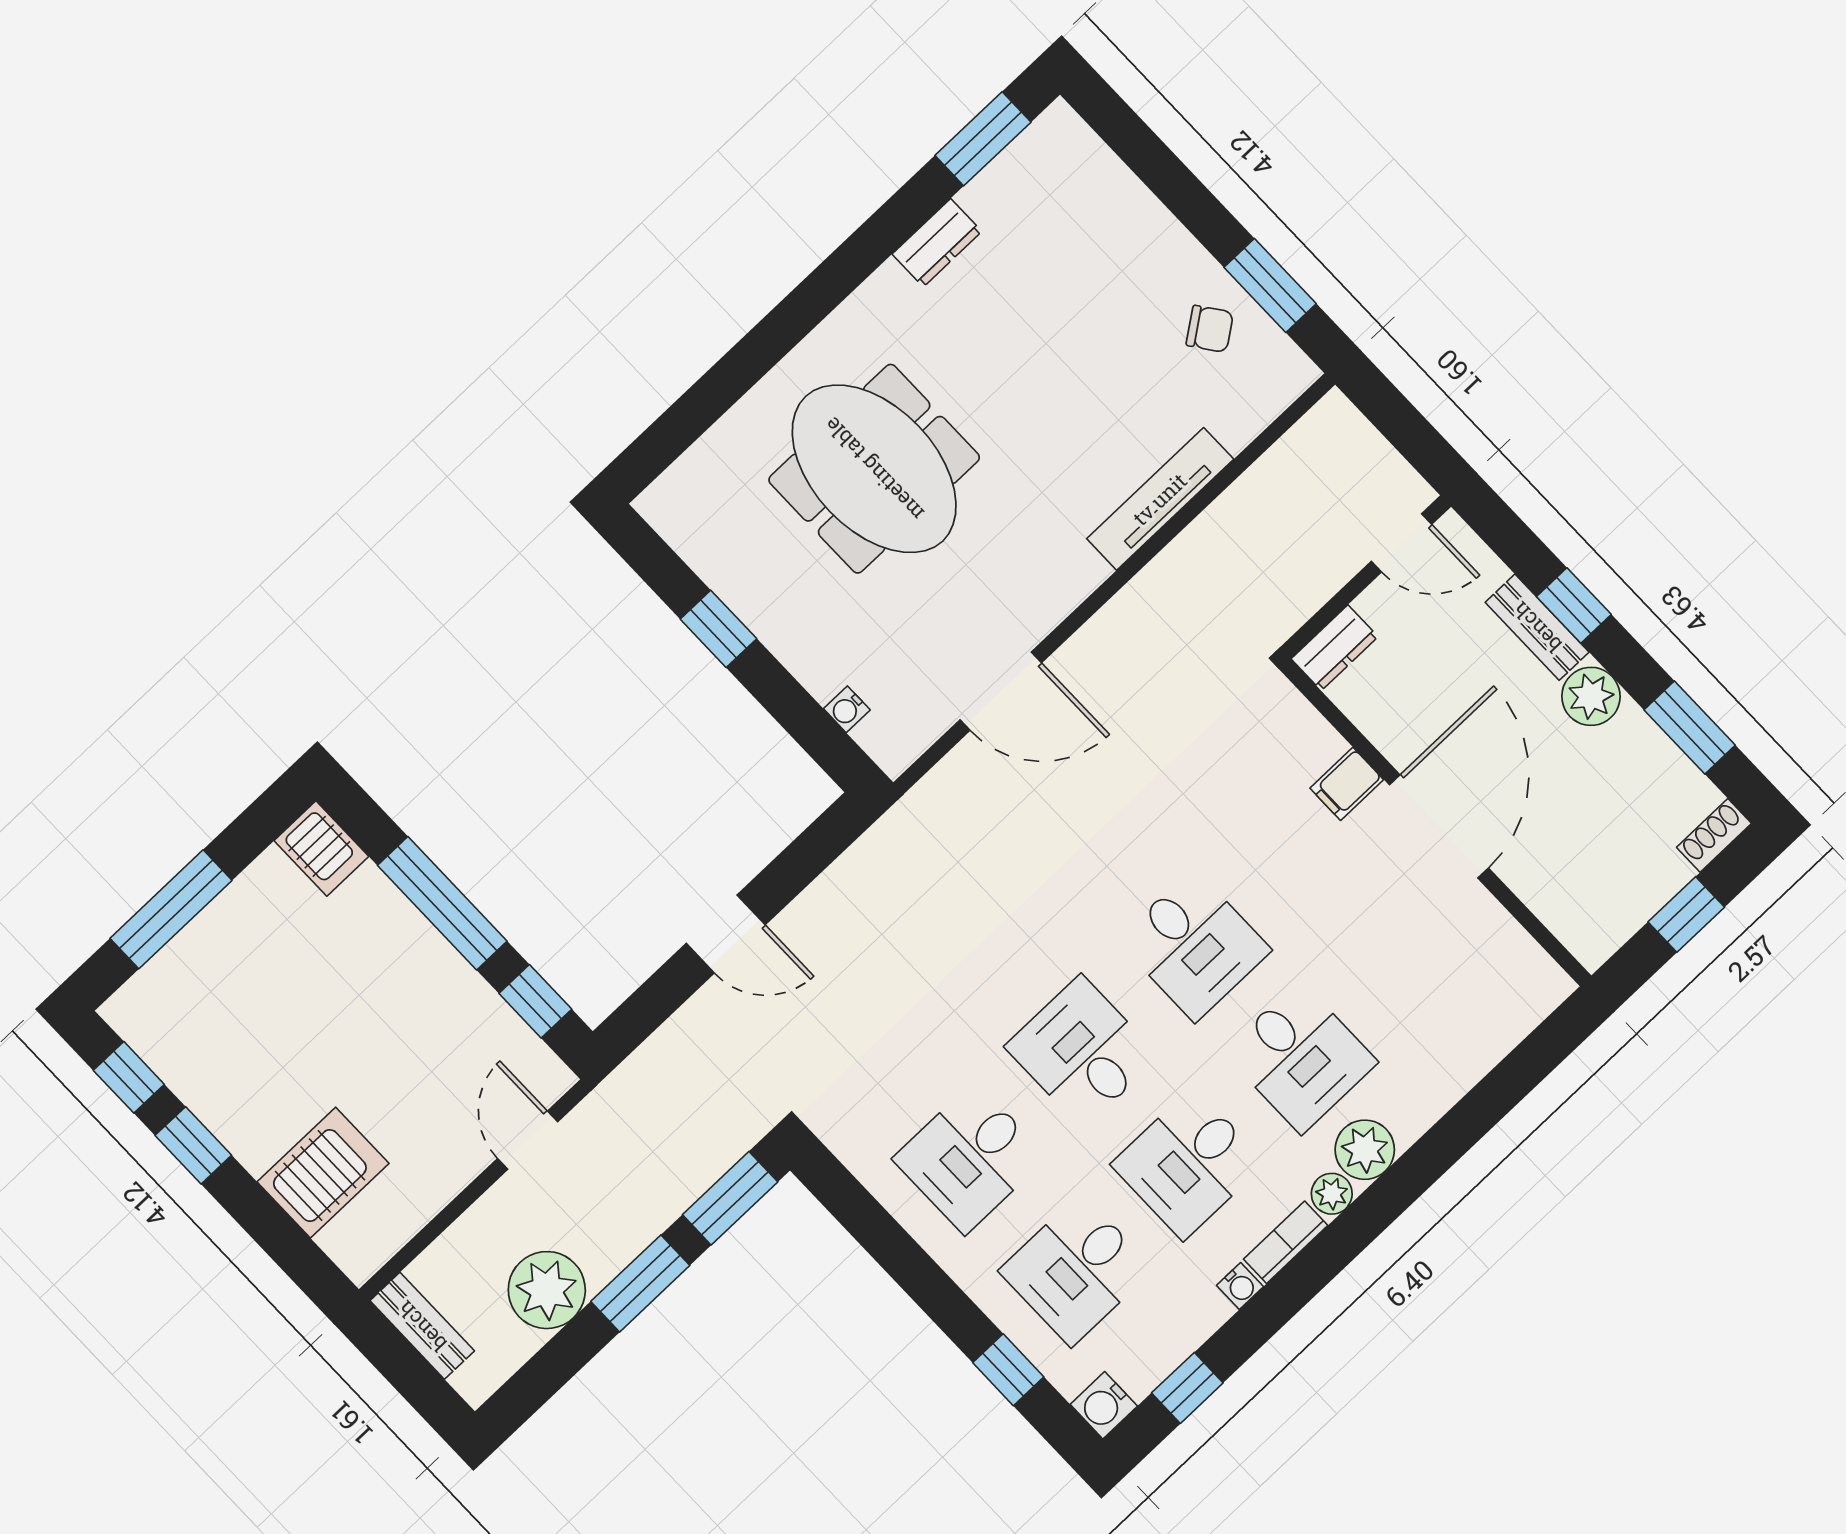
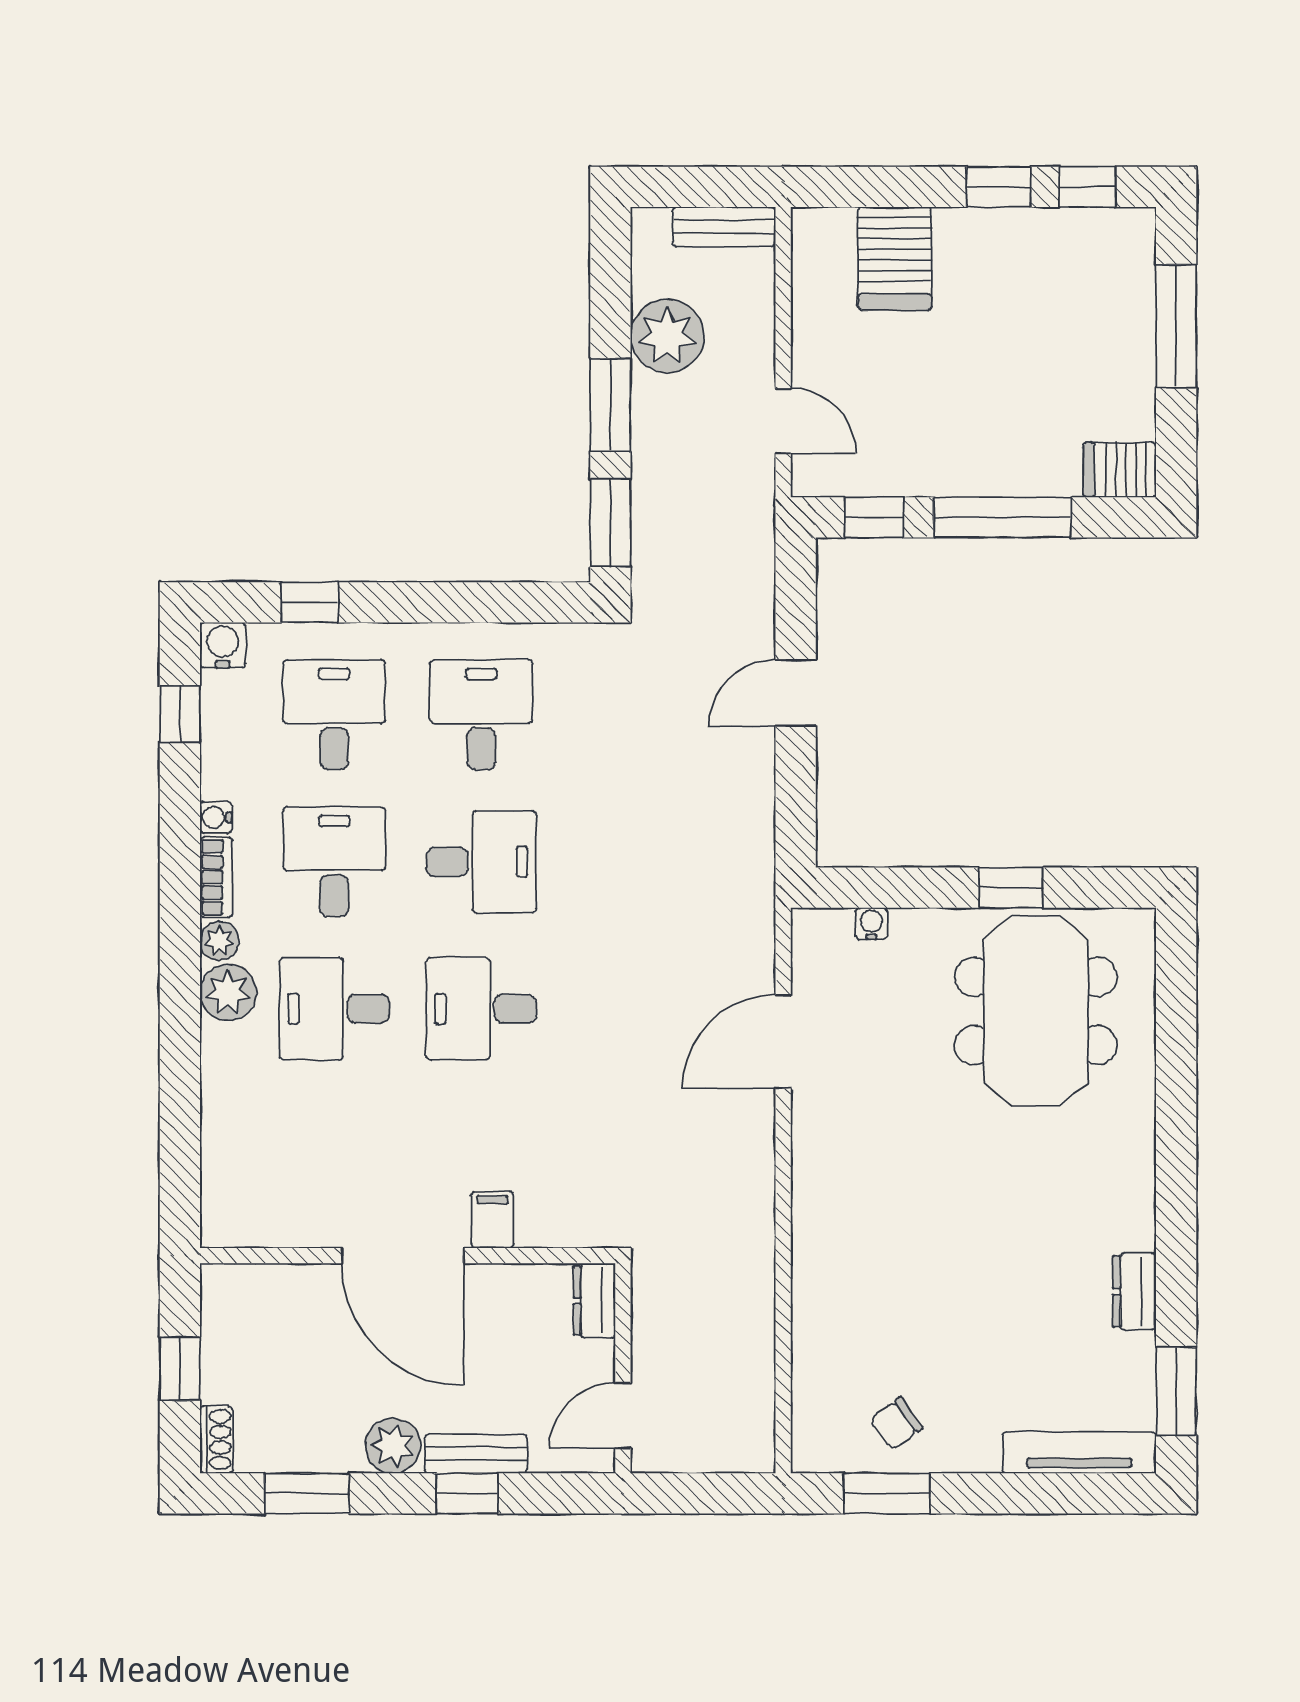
meeting table: (874, 469) -> (1036, 1011), moved, turned 90
tv unit: (1160, 499) -> (1079, 1453), moved, turned -90

